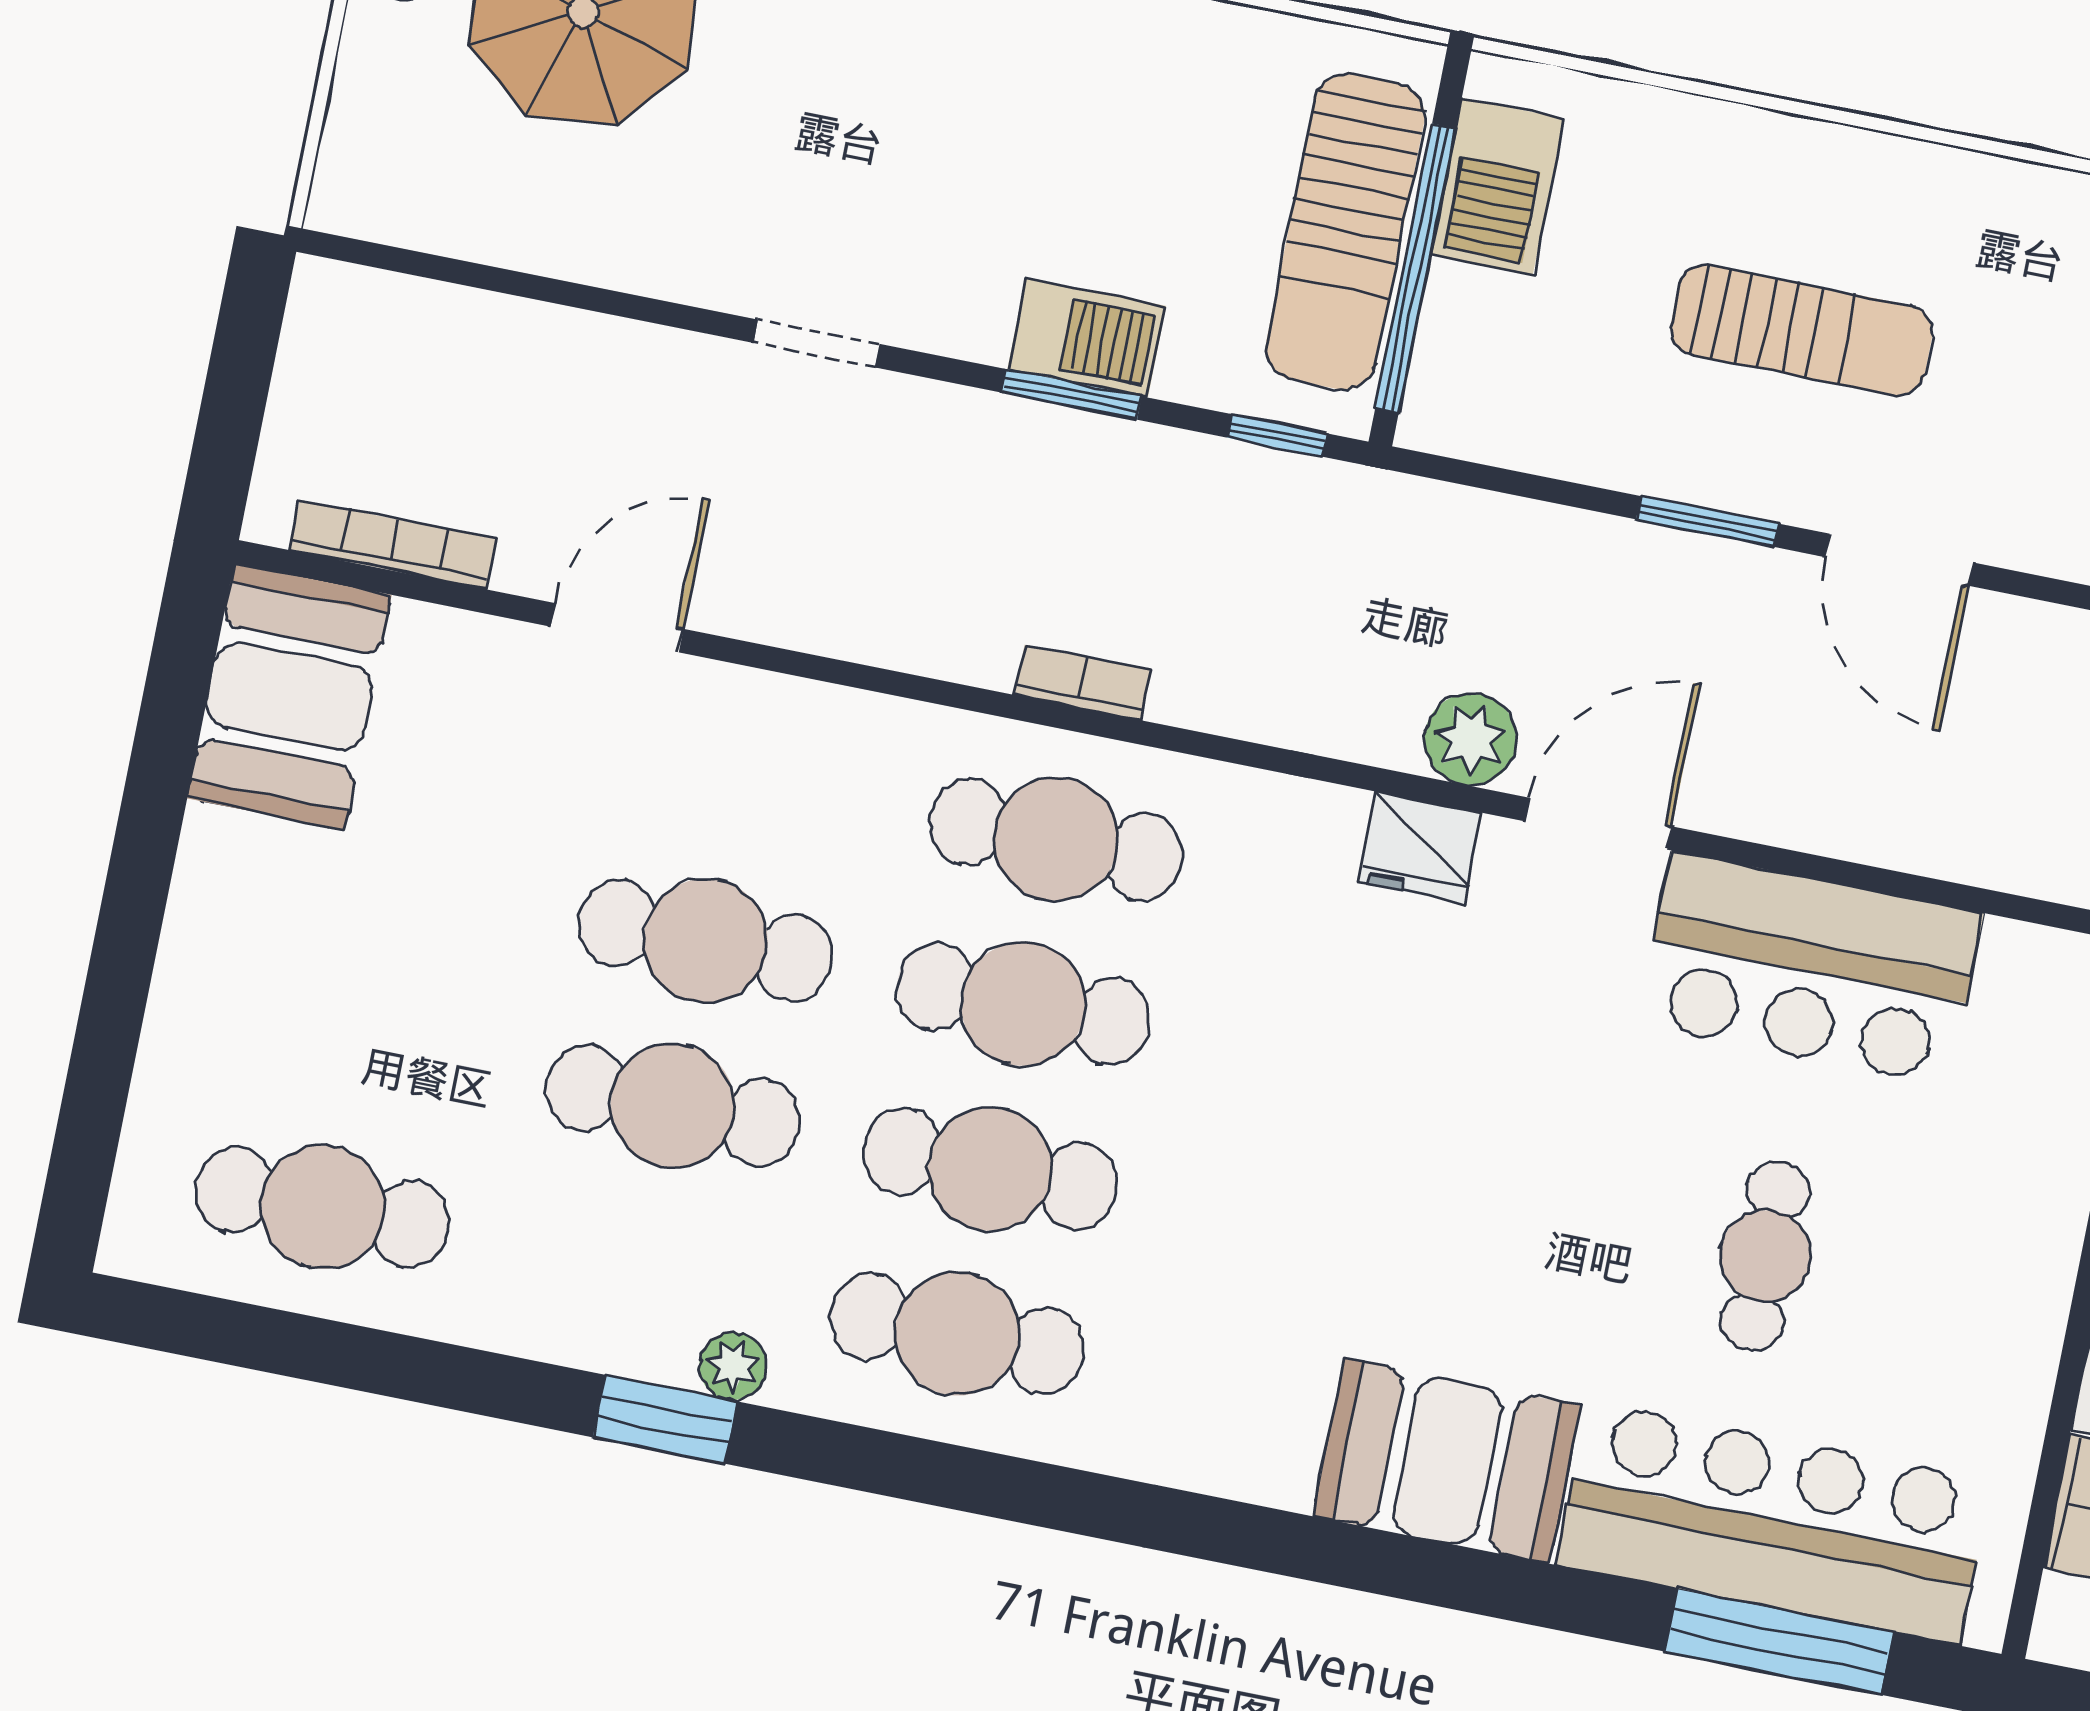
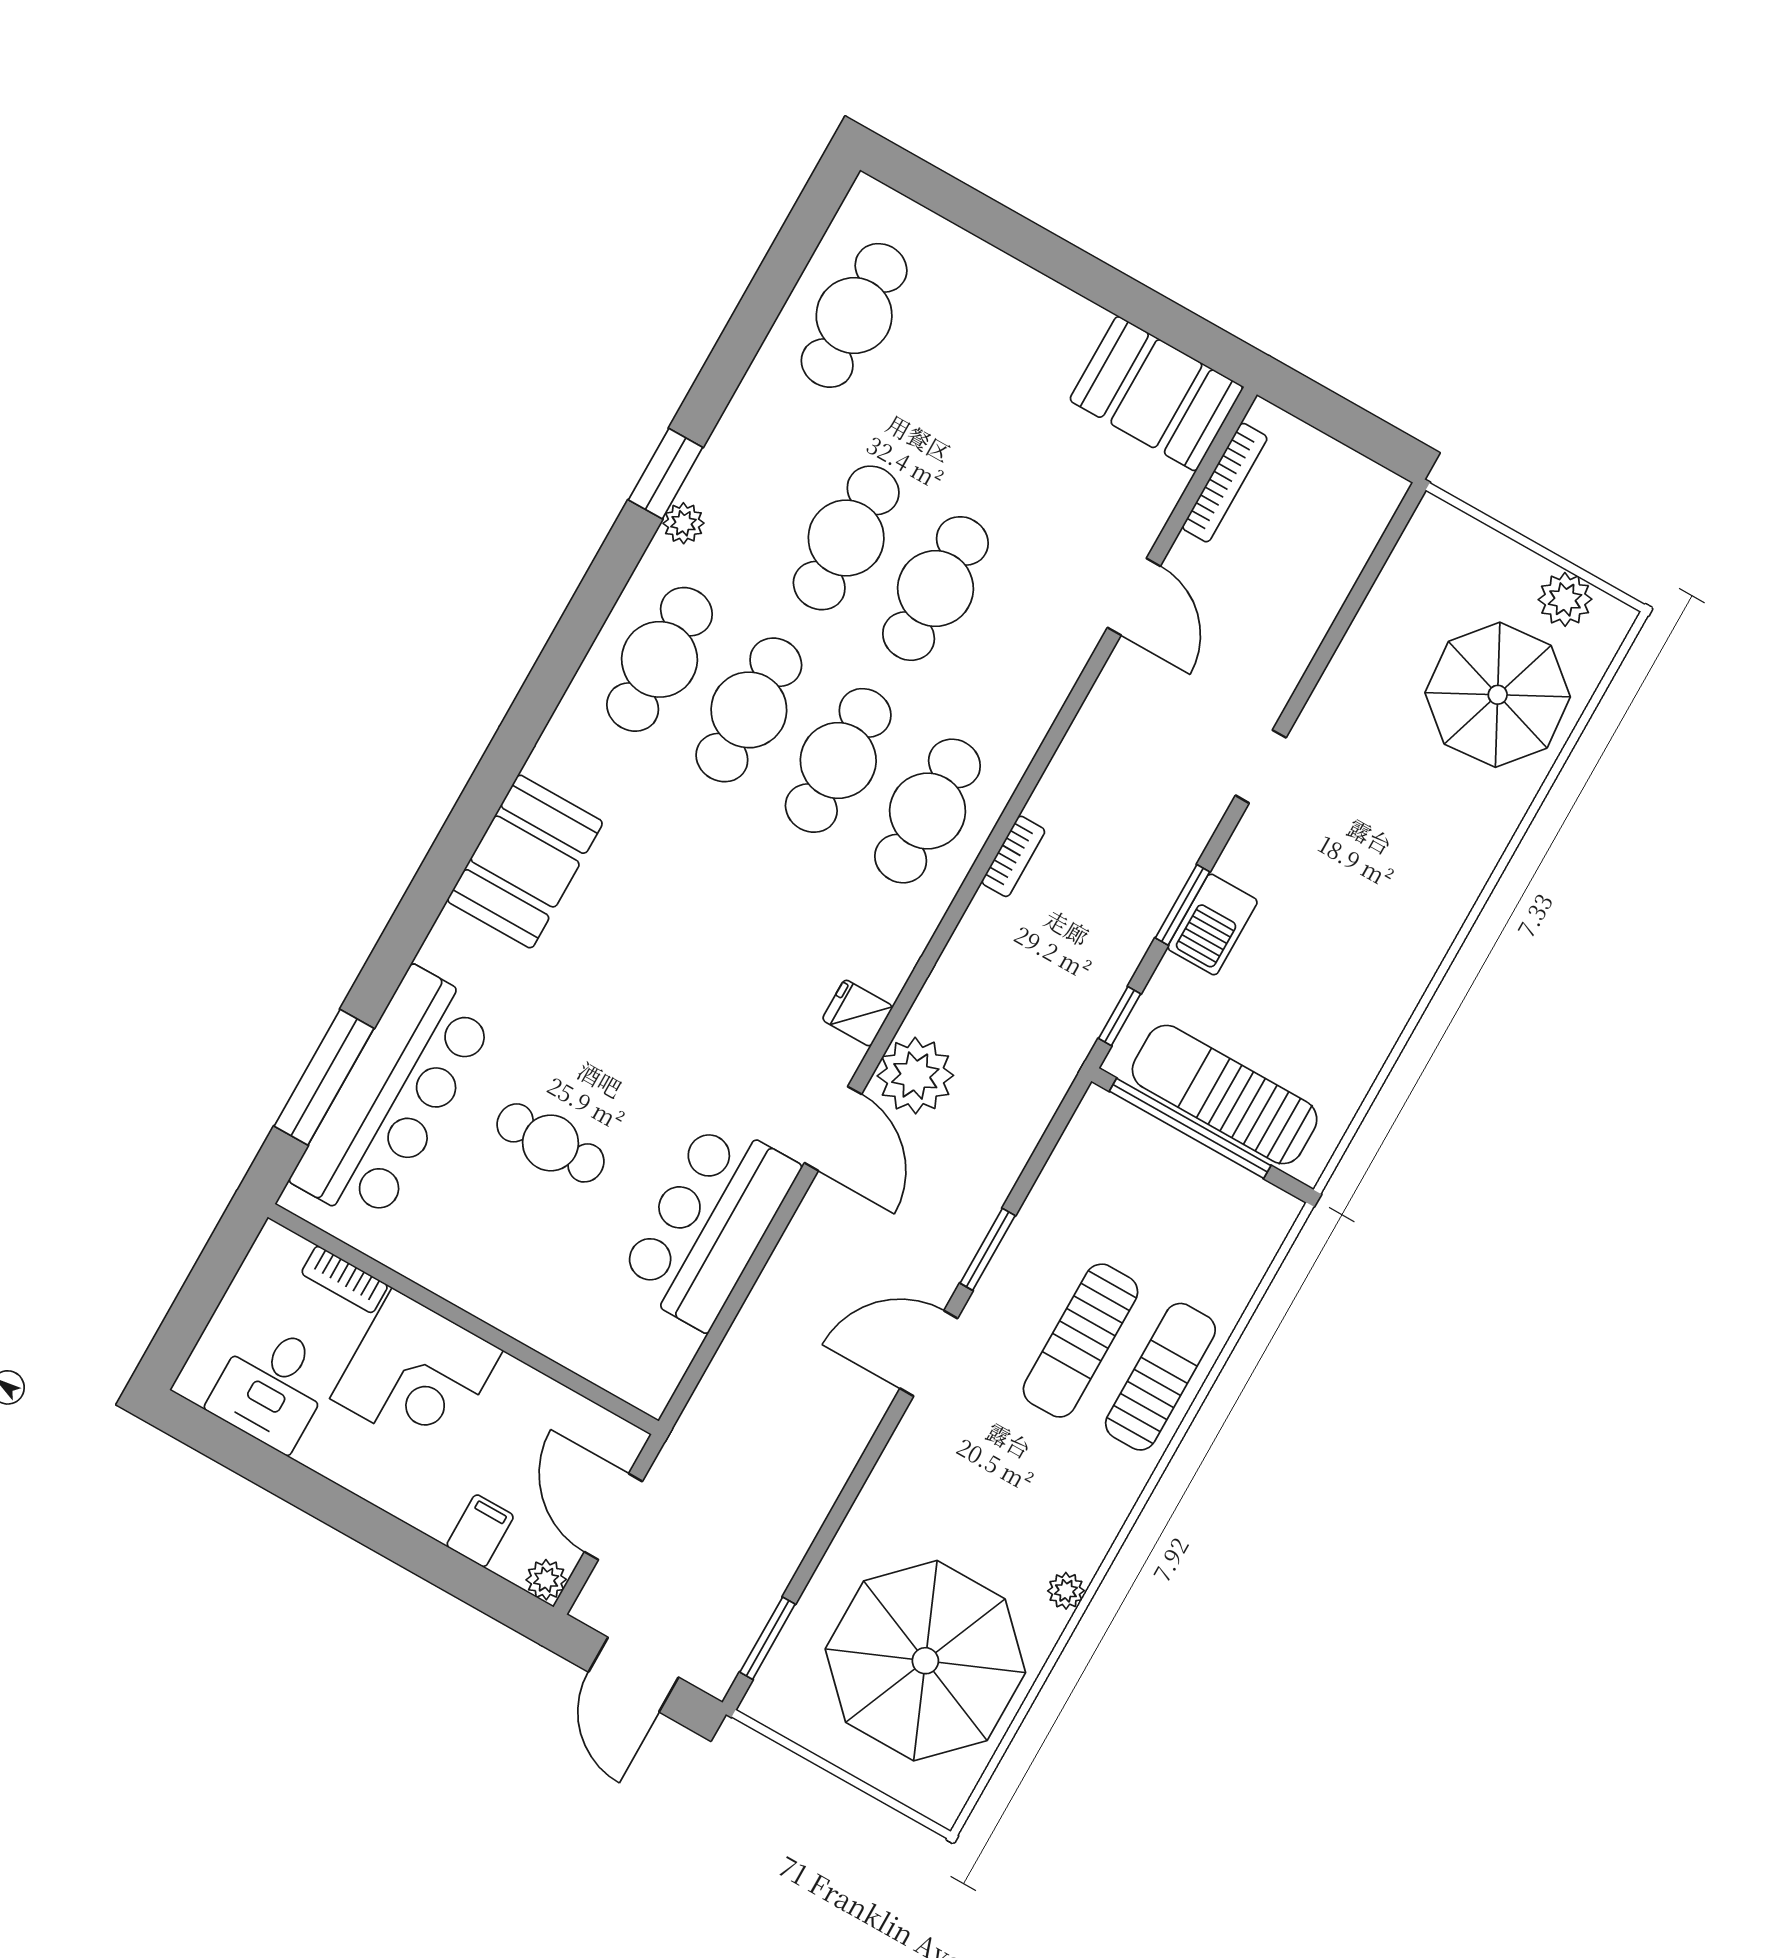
barbecue: (1497, 186) -> (1222, 1191), removed
sun lounger: (1817, 187) -> (1160, 1377), added
plant: (1471, 739) -> (915, 1076), width x1.36, depth x1.36
fridge: (1421, 848) -> (858, 1013), width x0.72
booth: (1447, 1461) -> (525, 861), moved

